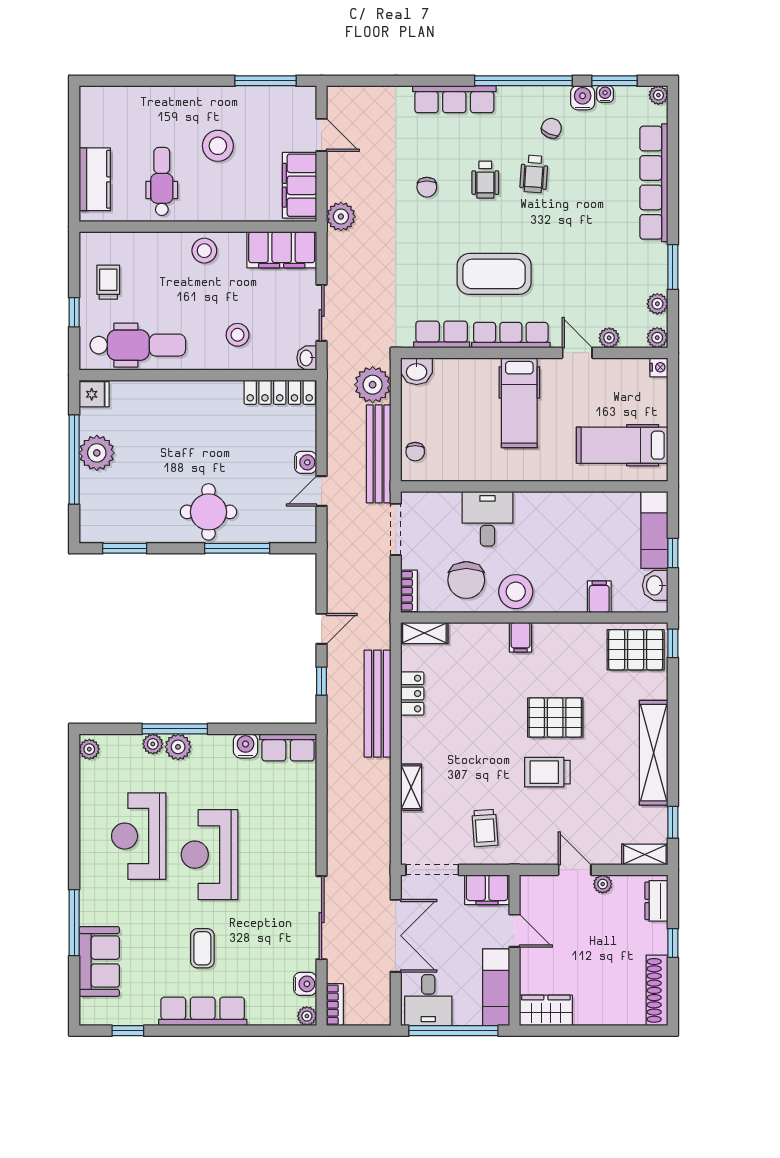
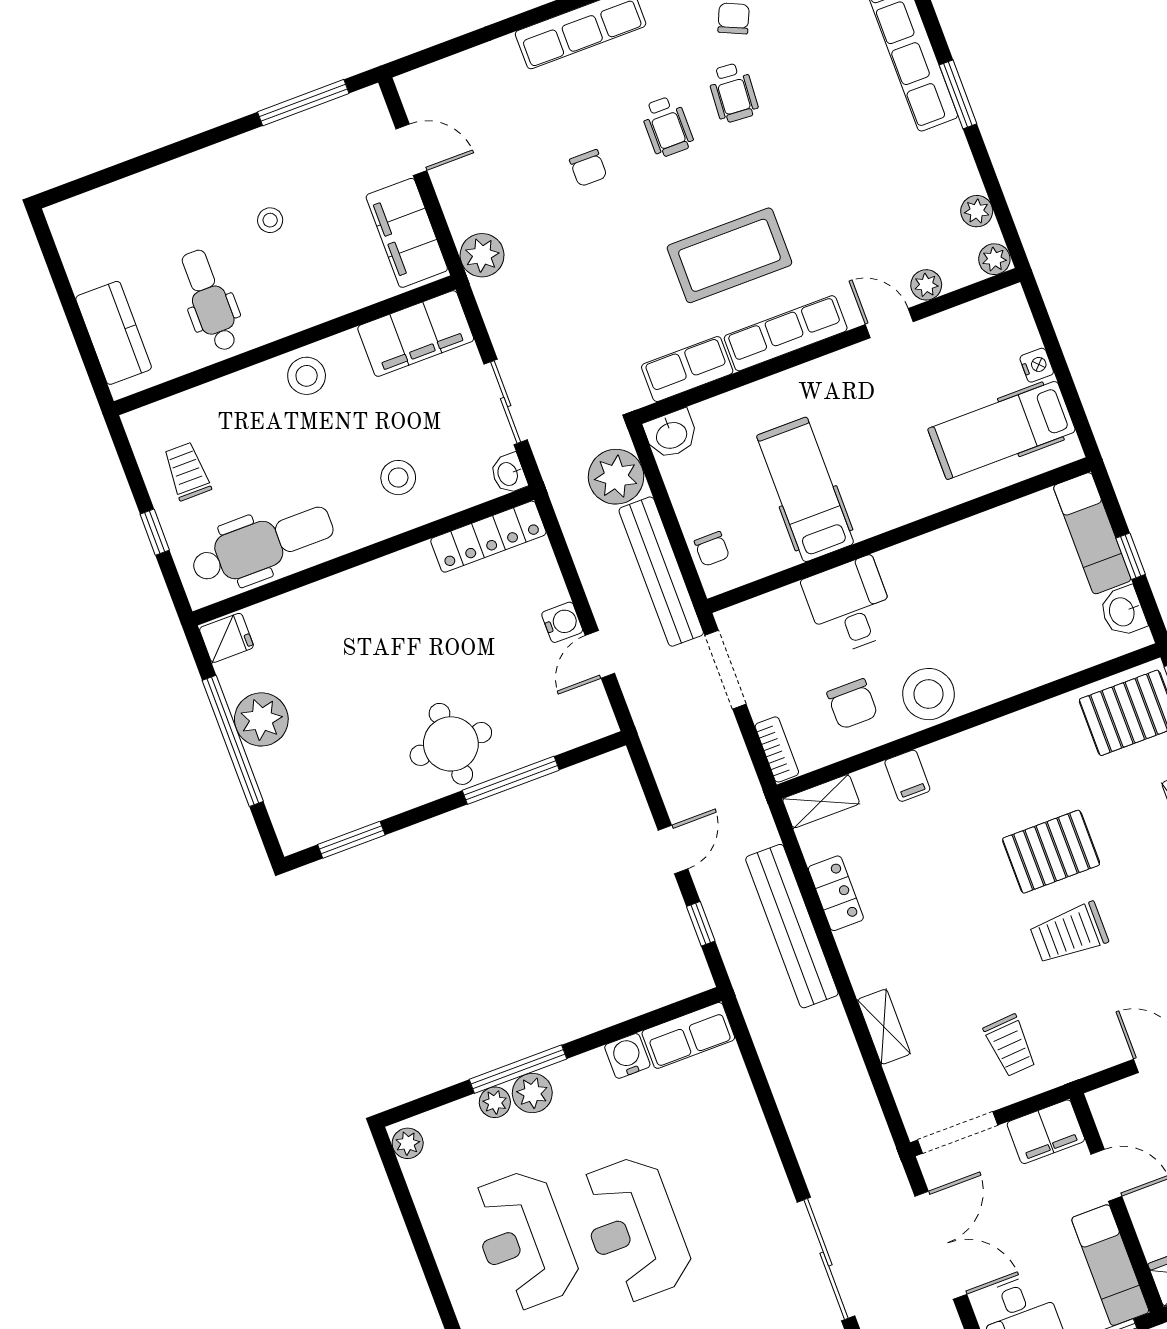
stool: (218, 146) -> (270, 220), width x0.53, depth x0.53
window: (673, 267) -> (958, 94), moved
nightstand: (659, 367) -> (1037, 365), moved
hospital bed: (519, 403) -> (805, 490), moved, turned 180
chair: (466, 580) -> (852, 704), width x0.73, depth x0.73
filing cabinet: (599, 597) -> (1049, 657), removed
filing cabinet: (521, 637) -> (907, 776), moved

